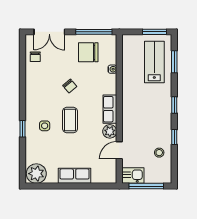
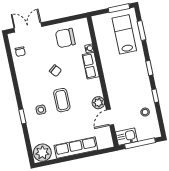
double door: (49, 32) -> (28, 27), swing flipped
window: (94, 32) -> (66, 19), removed
row of seats: (110, 109) -> (91, 66), moved
row of seats: (75, 176) -> (76, 148), width x1.48

